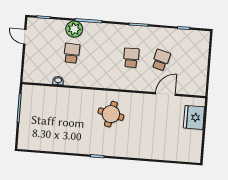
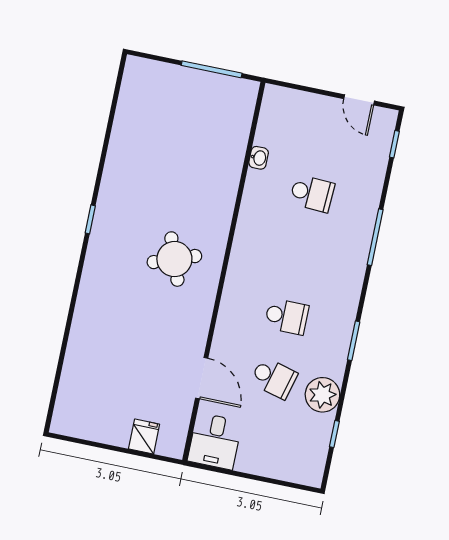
plant: (74, 29) -> (322, 395), moved
door: (25, 37) -> (359, 100), swing flipped
desk: (194, 84) -> (215, 441), added
round table: (111, 114) -> (174, 259), turned -33
fridge: (194, 117) -> (144, 437), width x0.53, depth x0.75

